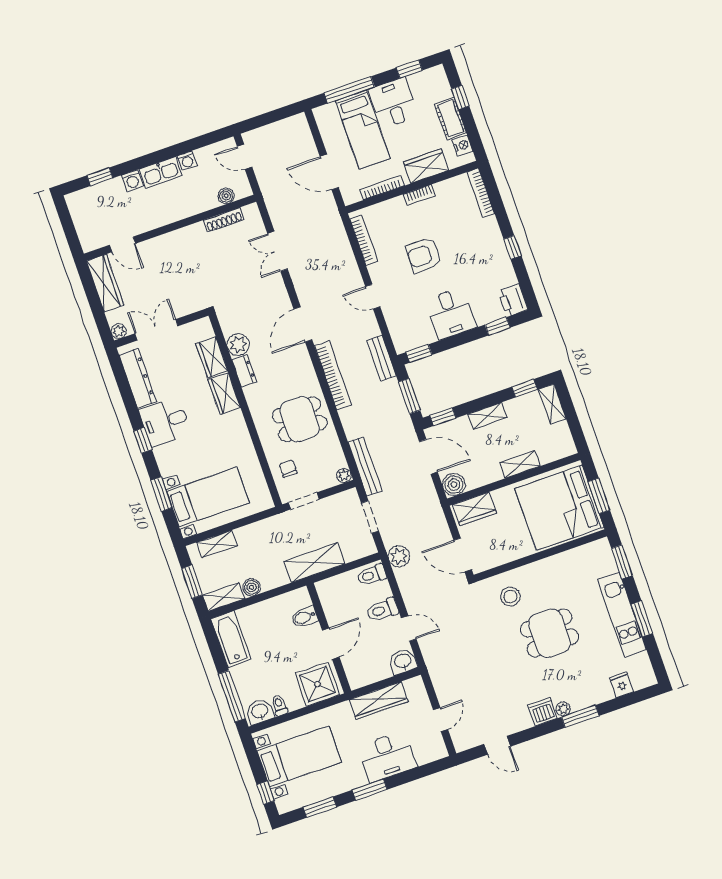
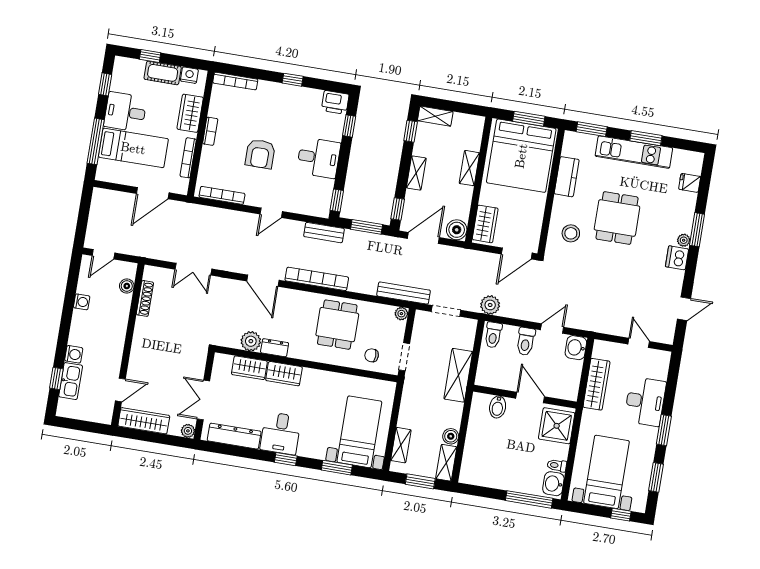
kitchen sink: (161, 172) -> (71, 381), moved
kitchen counter: (563, 563) -> (567, 177), added
bathtub: (231, 639) -> (483, 475), removed

